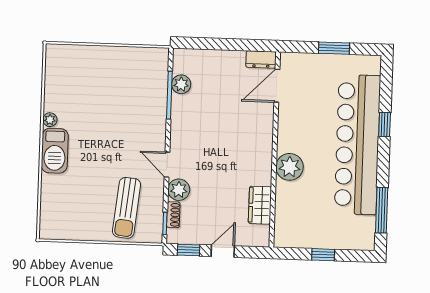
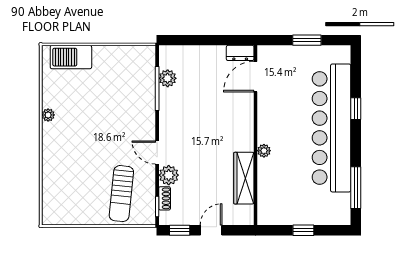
barbecue: (55, 151) -> (71, 57), moved, turned 90
plant: (290, 167) -> (264, 151), width x0.53, depth x0.53
wardrobe: (260, 205) -> (244, 178), width x1.50

